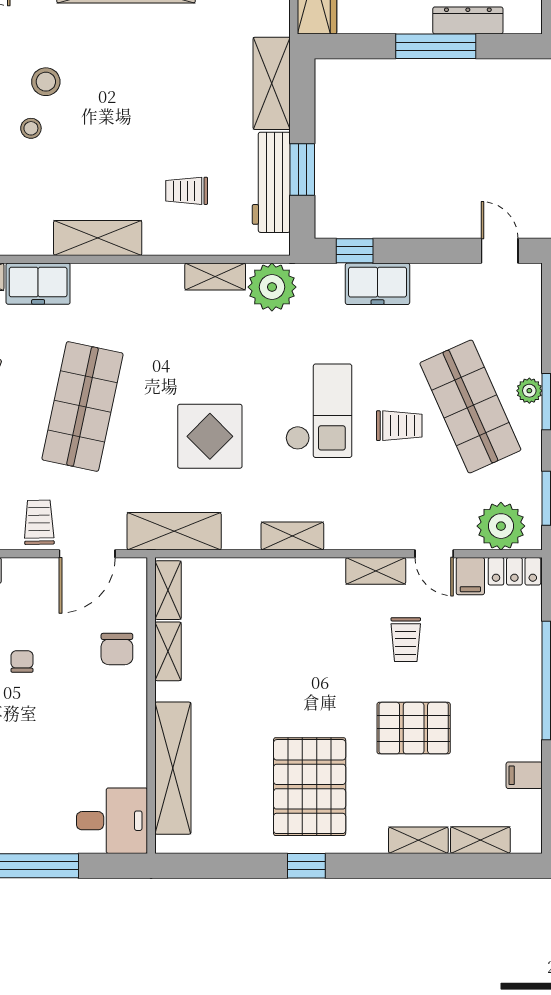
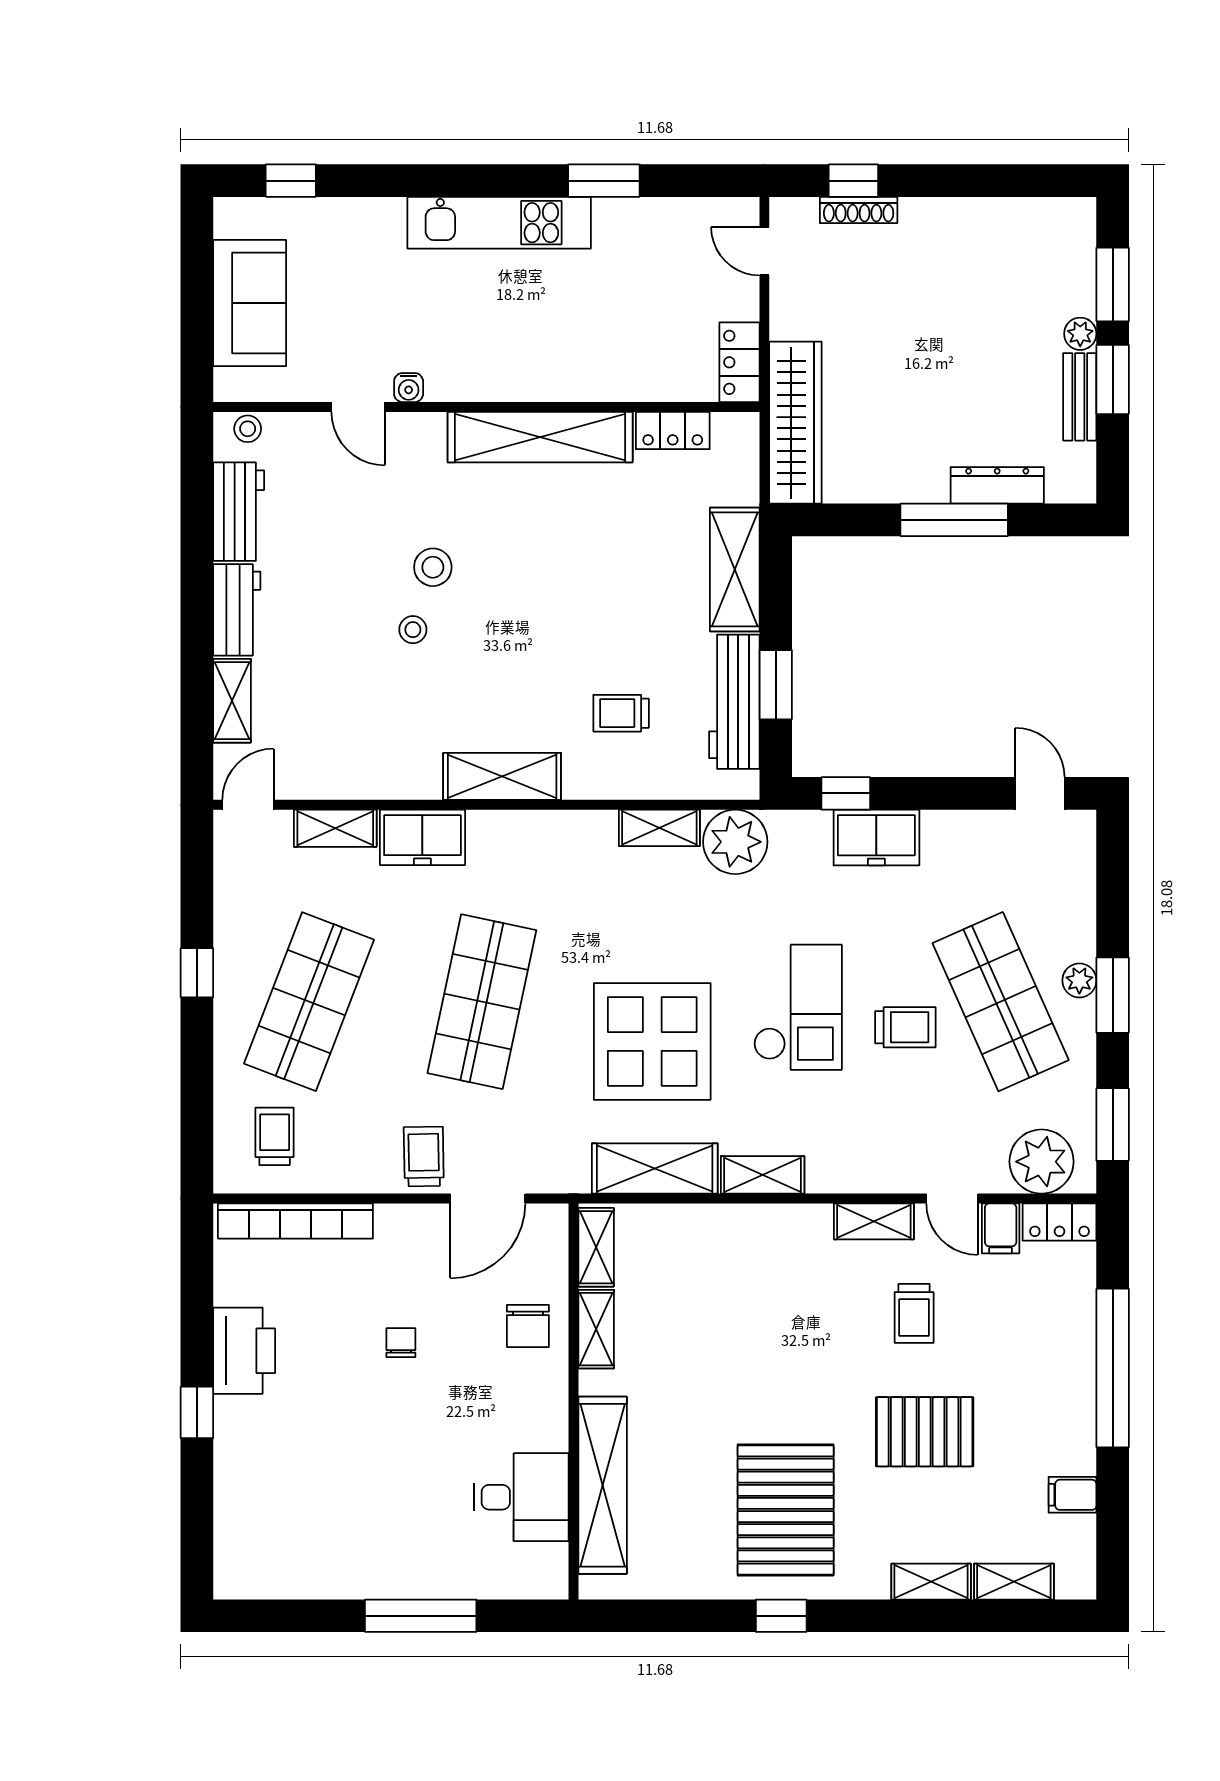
display table: (210, 436) -> (652, 1041), width x1.36, depth x1.36
shelving: (174, 531) -> (655, 1168), moved
desk: (112, 821) -> (521, 1497), moved

